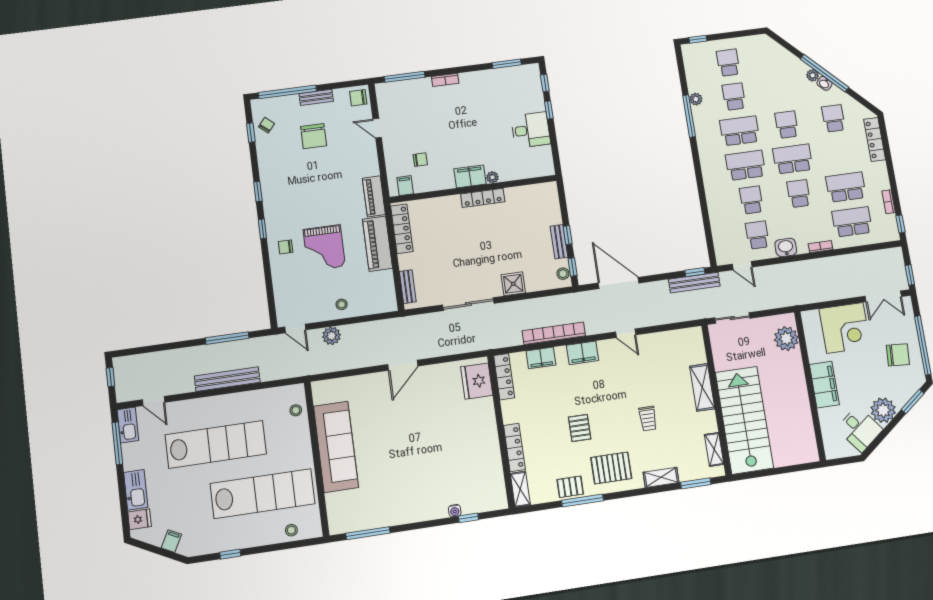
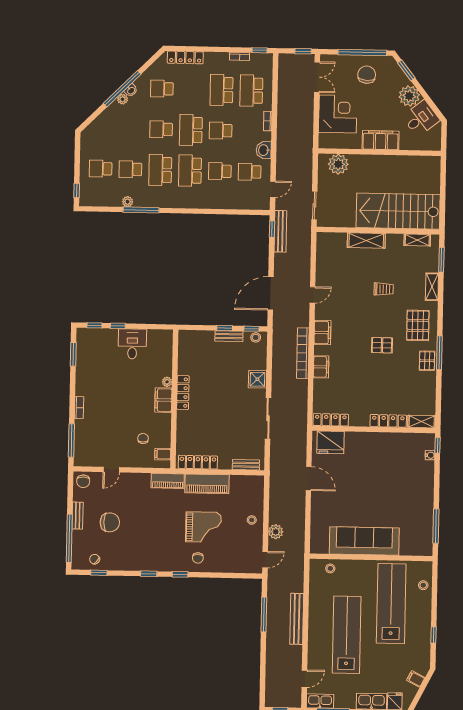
locker: (504, 377) -> (331, 420), moved
fridge: (477, 381) -> (331, 442), moved
wall: (501, 431) -> (374, 429), moved
locker: (514, 448) -> (388, 421), moved
shelving: (520, 489) -> (422, 422), moved

